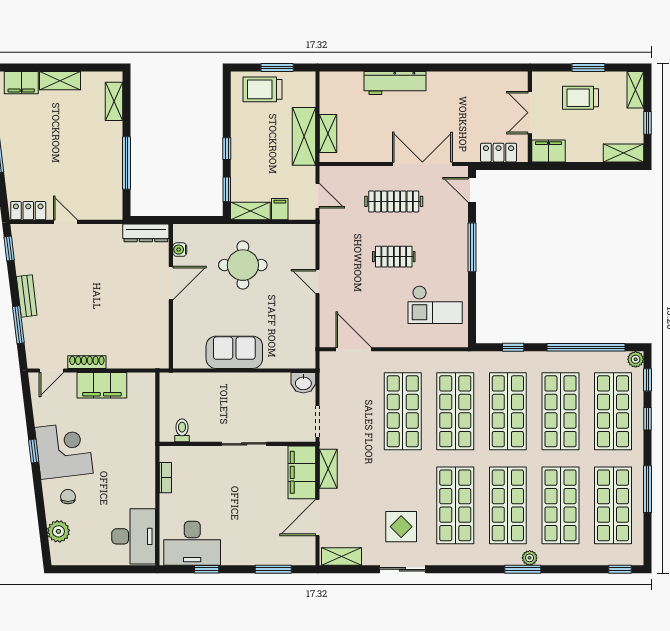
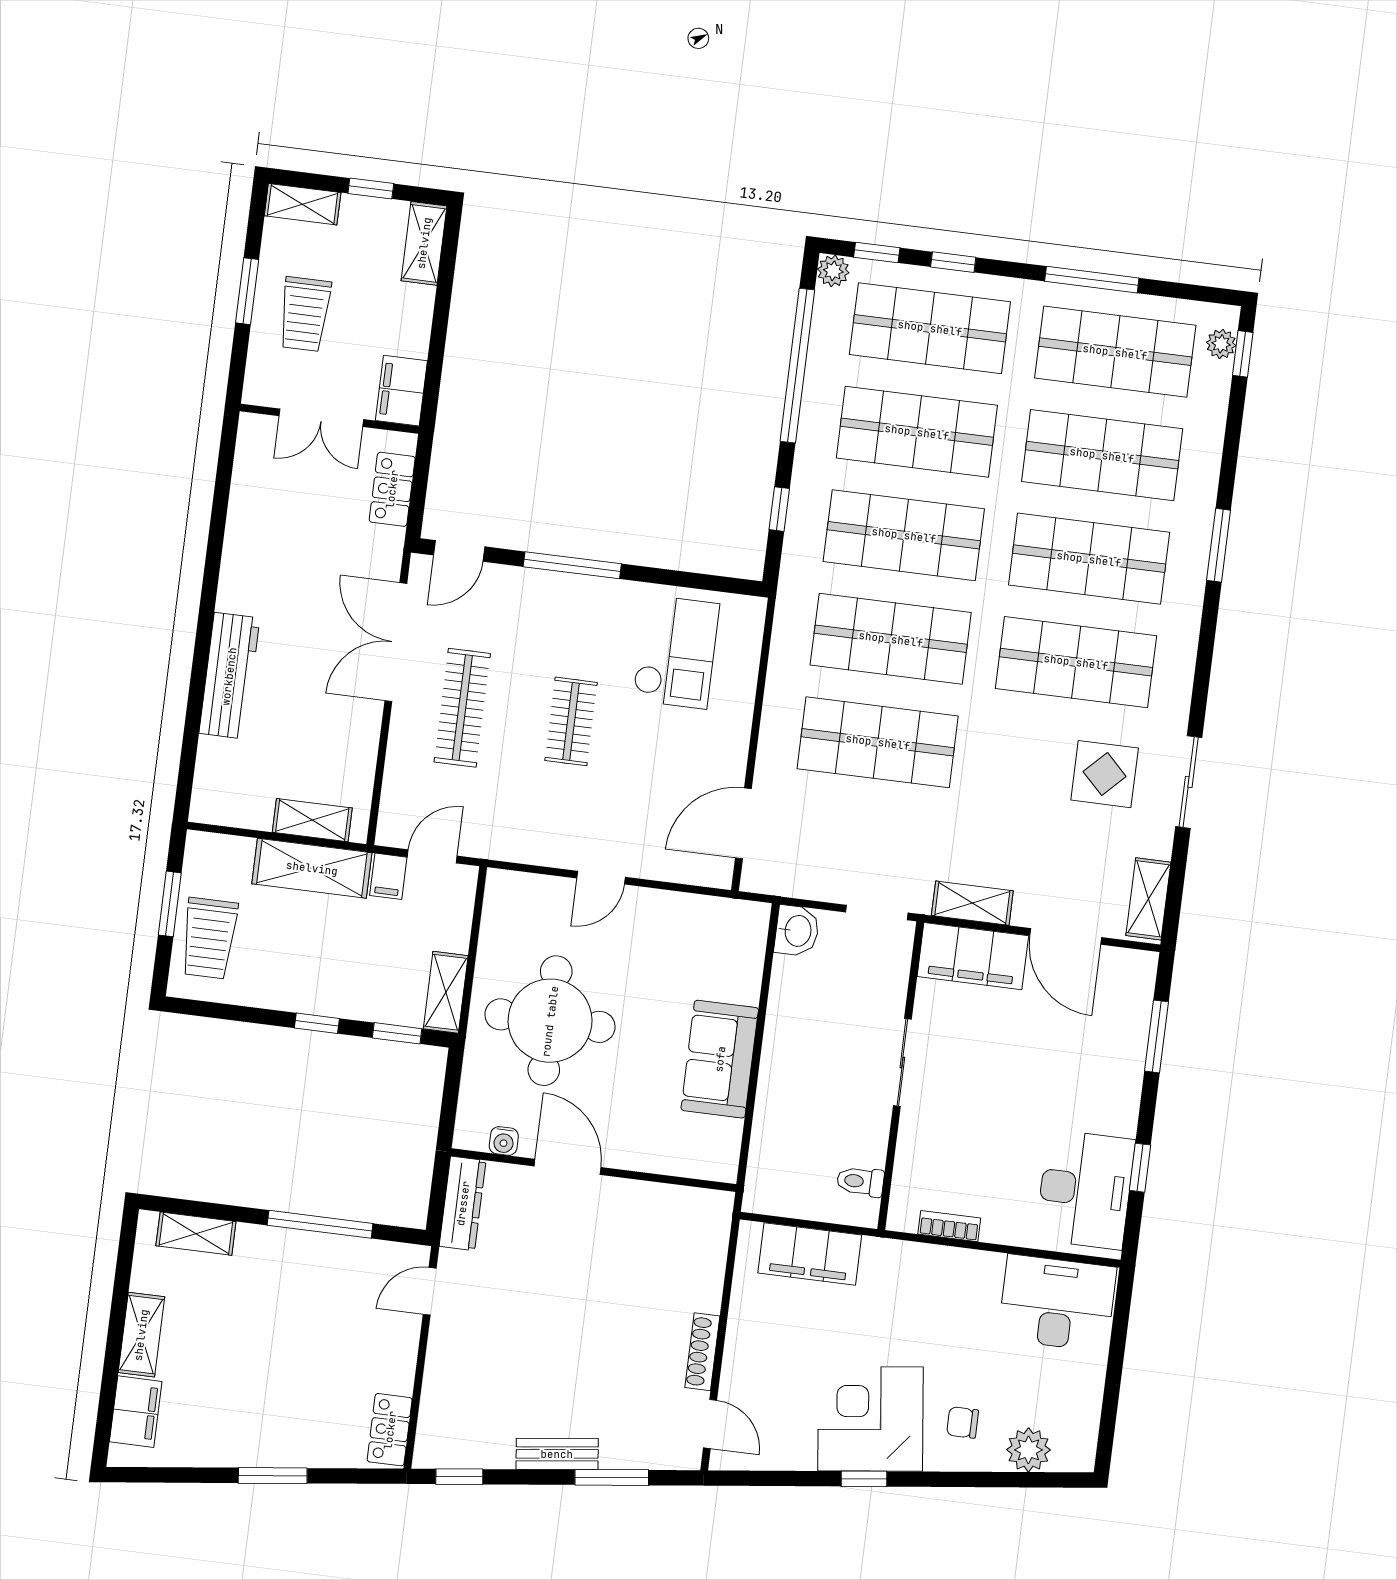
filing cabinet: (280, 209) -> (388, 876), moved, turned -90
door: (65, 222) -> (430, 1291), moved
round table: (243, 265) -> (550, 1021), width x1.36, depth x1.36
filing cabinet: (102, 385) -> (810, 1254), moved, turned 90
plant: (530, 558) -> (1221, 344), moved

